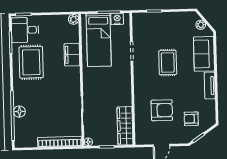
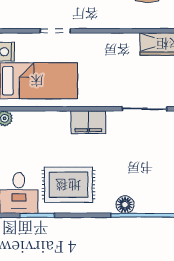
filing cabinet: (72, 55) -> (88, 122), moved
floor lamp: (19, 112) -> (125, 205), moved

